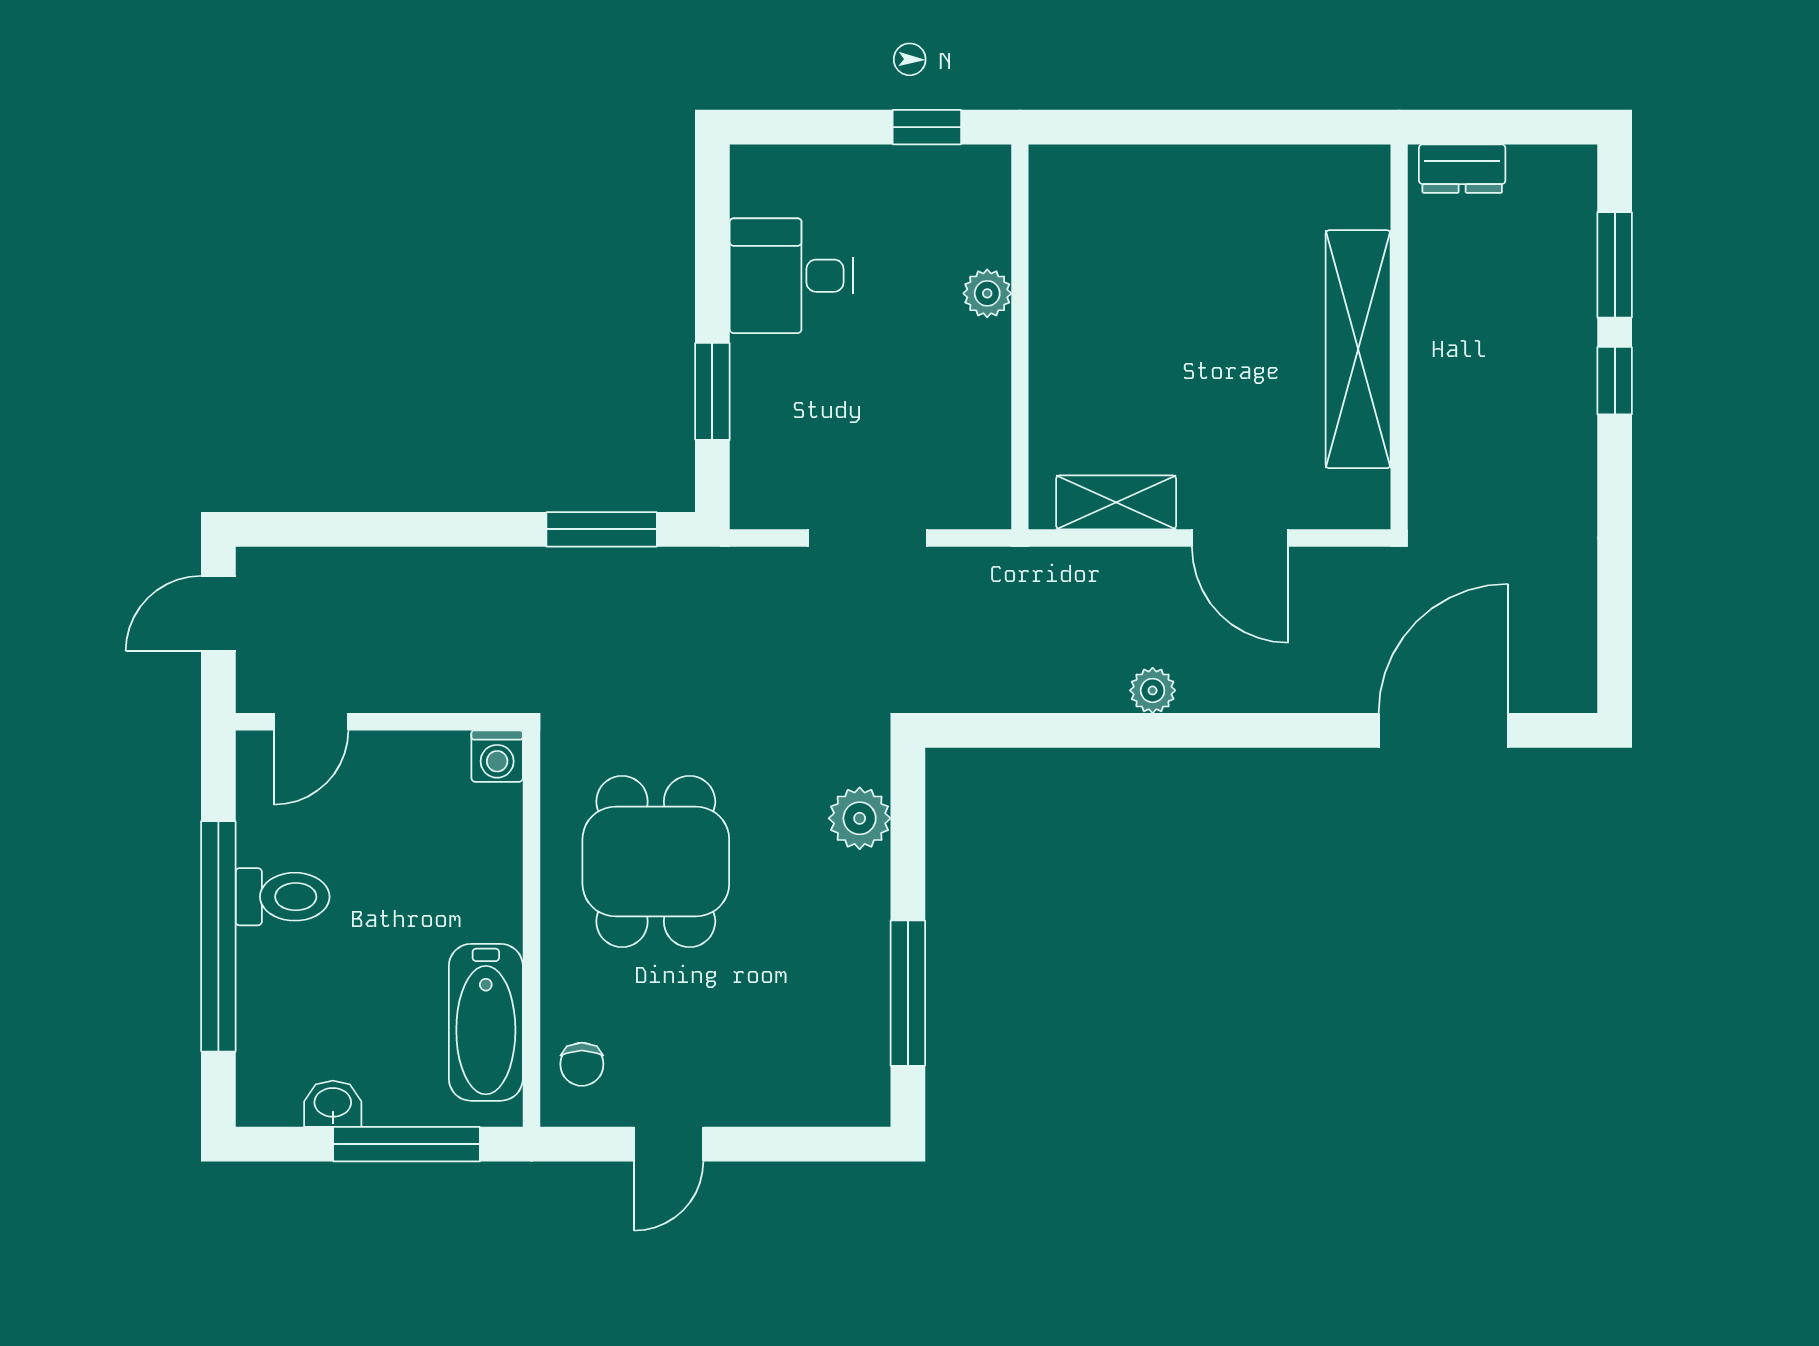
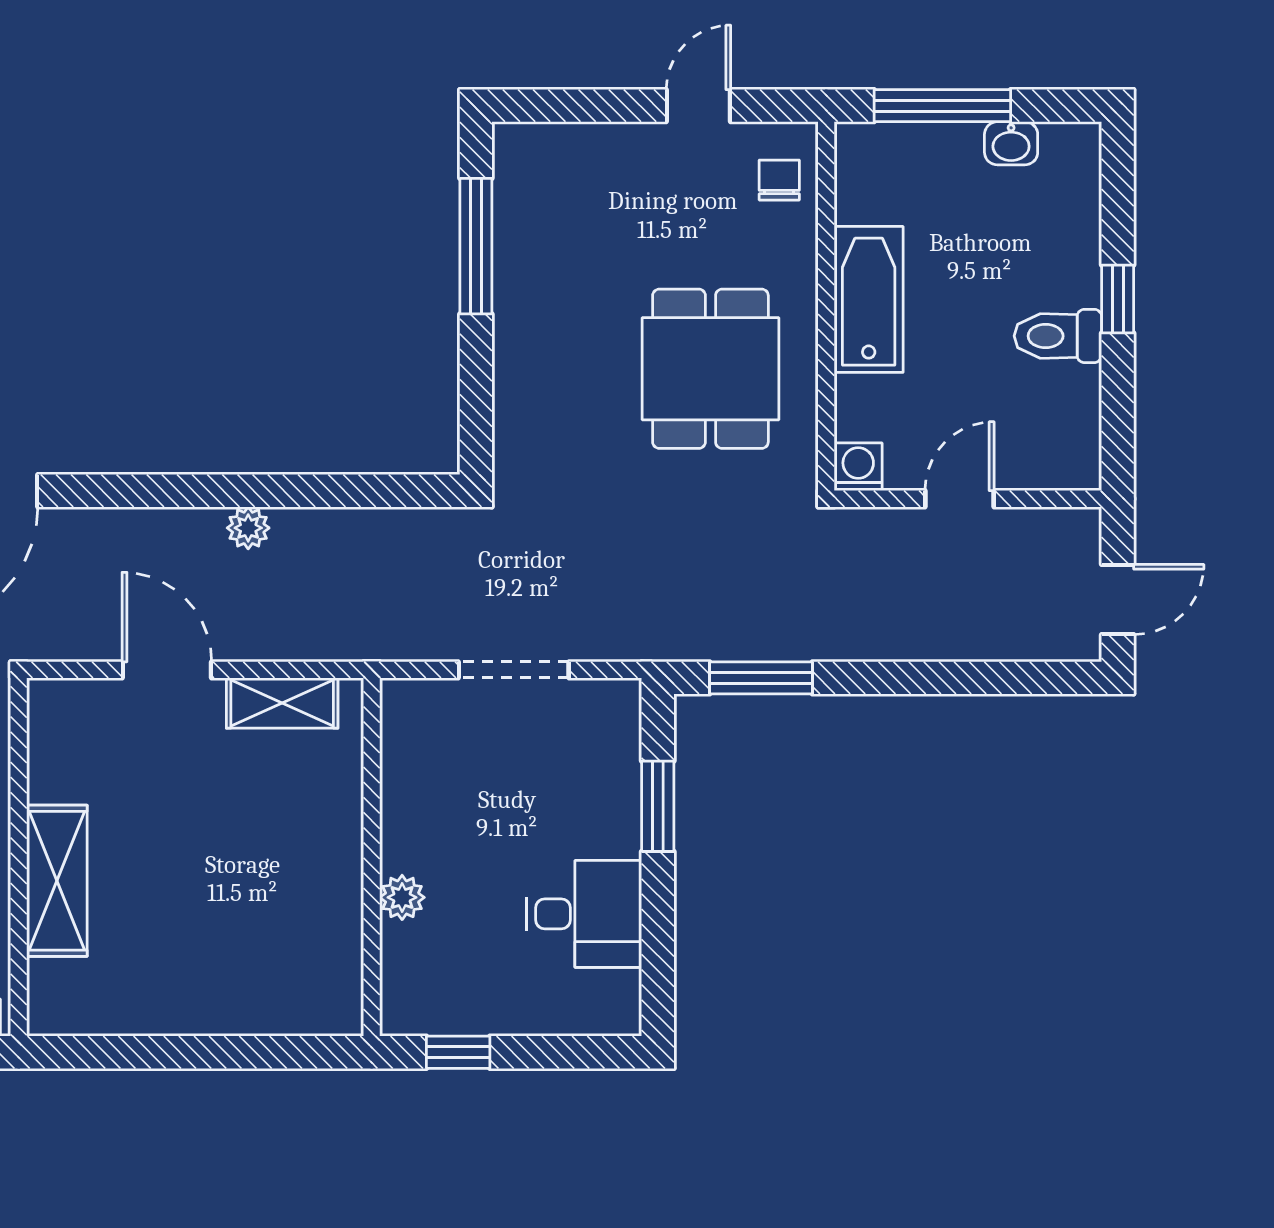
shelving: (1358, 349) -> (57, 881), width x0.68
door: (311, 722) -> (959, 499), moved
plant: (860, 818) -> (521, 409), removed
window: (218, 936) -> (1118, 299), width x0.32
bathtub: (486, 1022) -> (869, 299), moved

